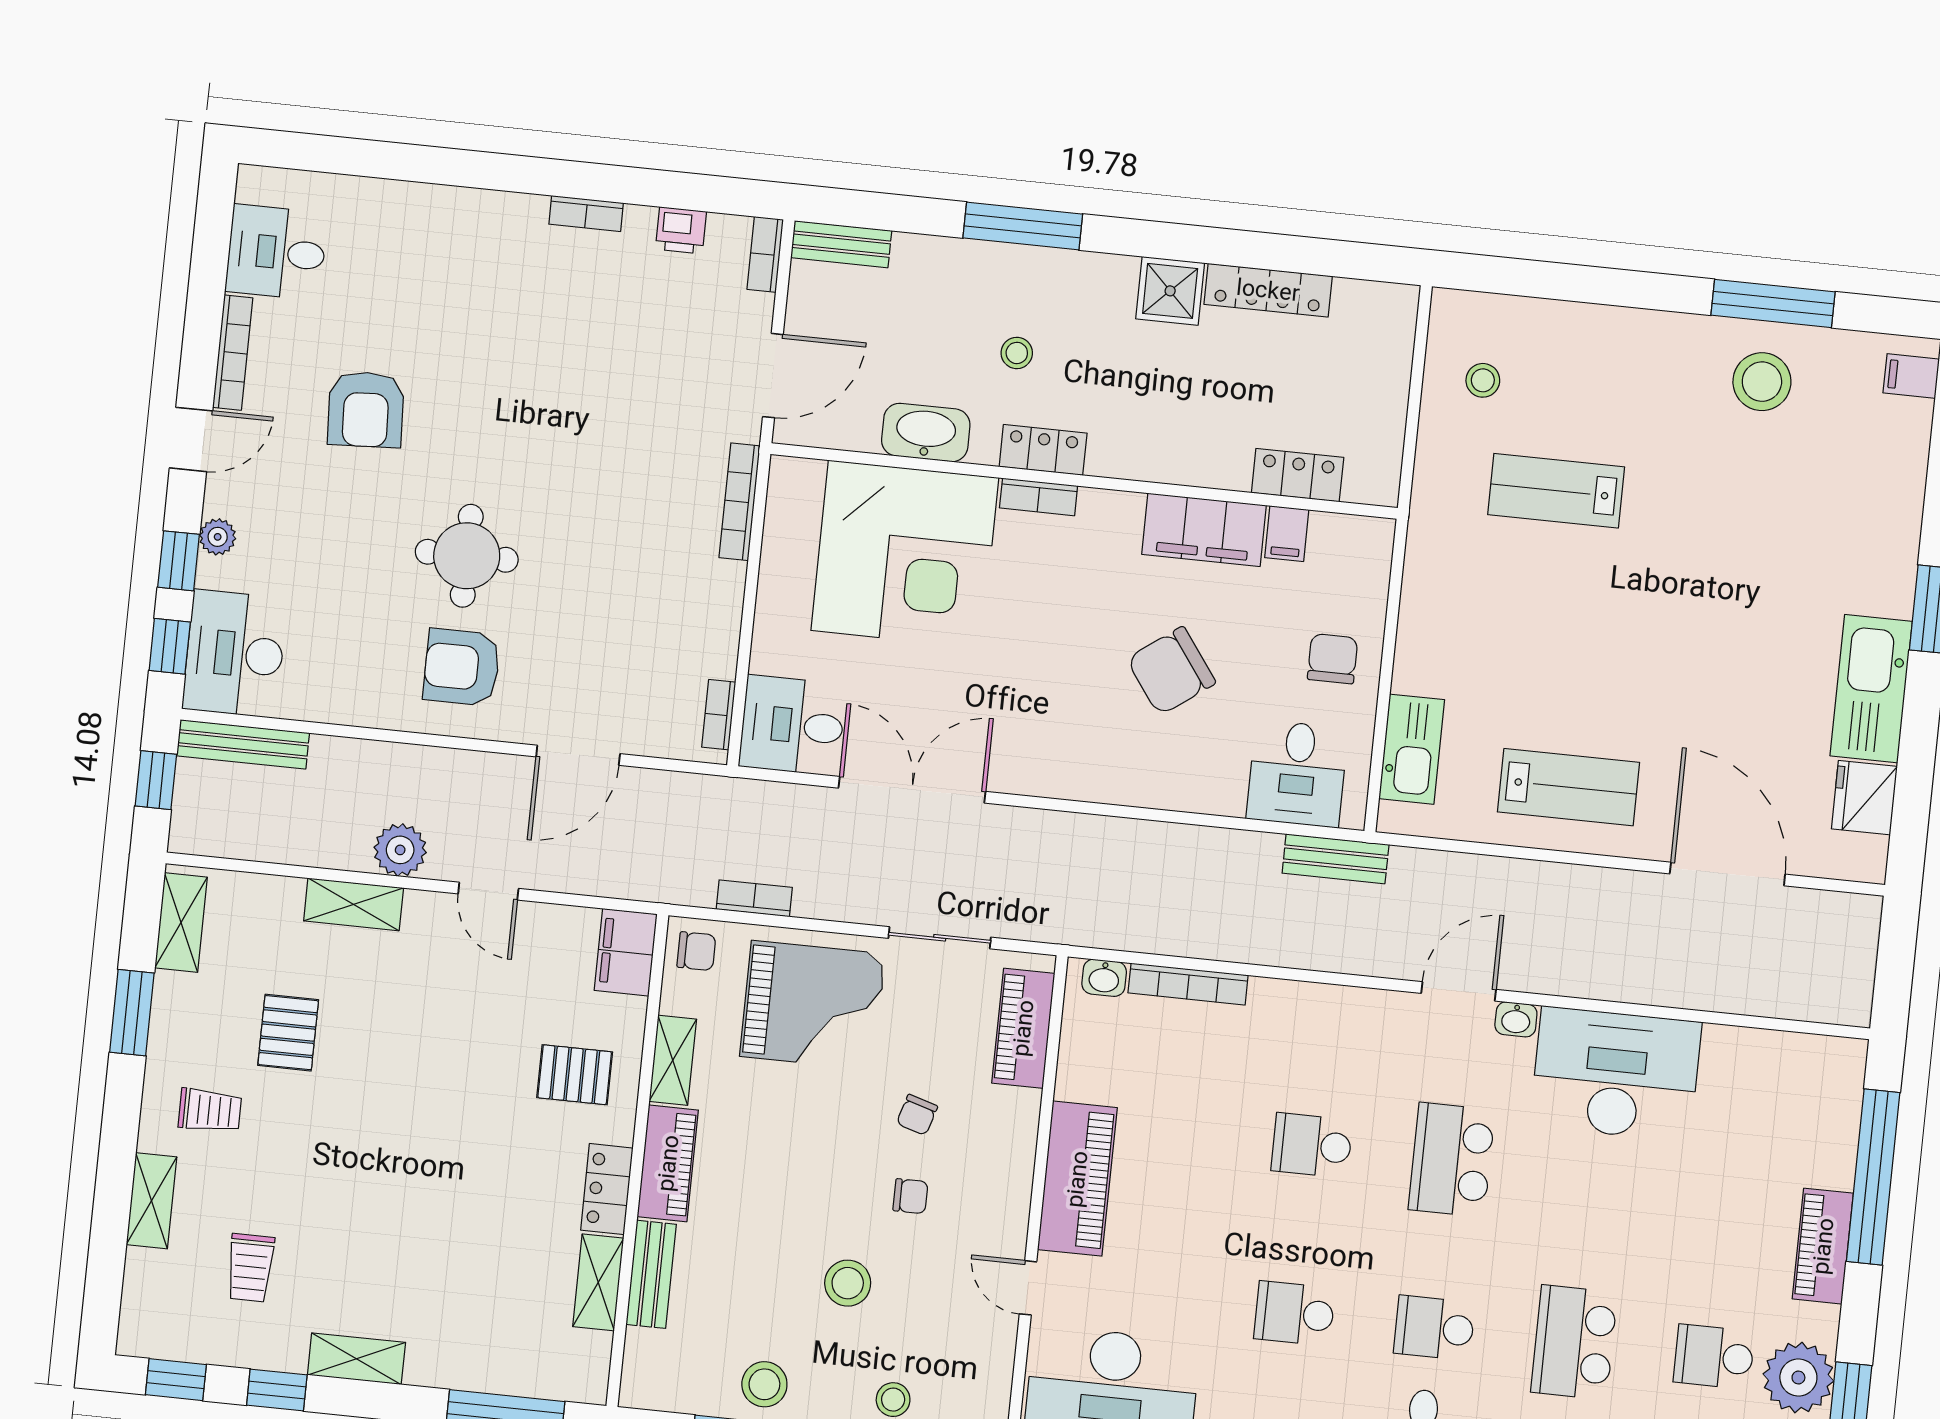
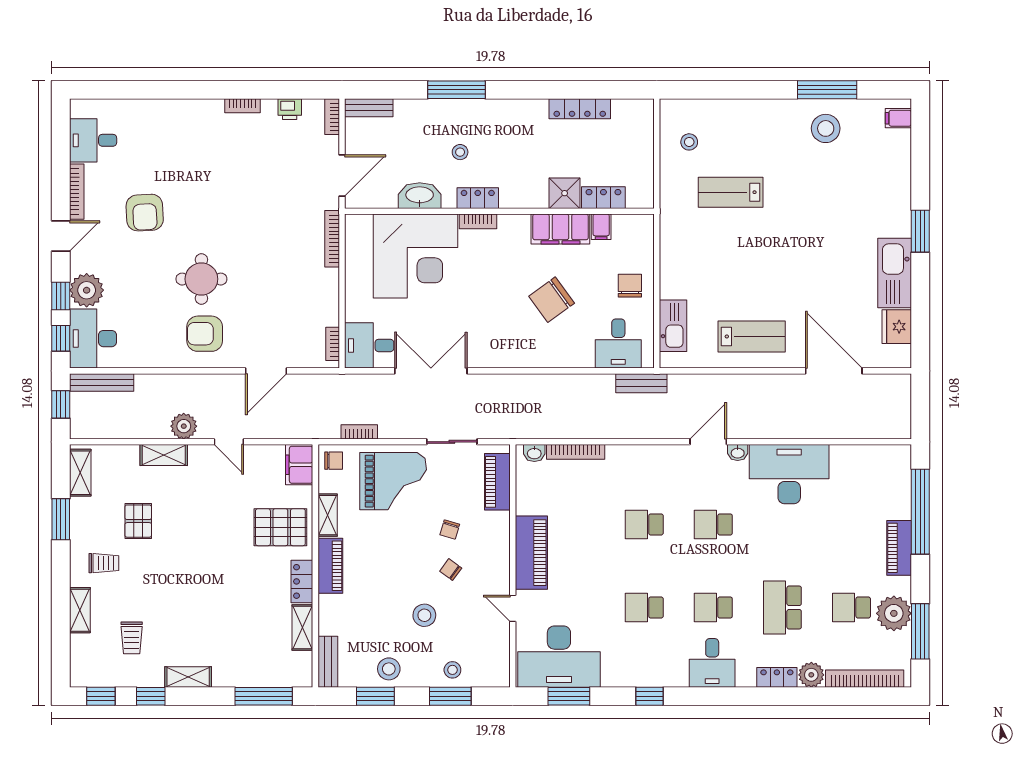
shower: (1170, 291) -> (565, 193), moved
plant: (218, 537) -> (87, 290), width x1.88, depth x1.88
pallet: (575, 1075) -> (280, 527), width x1.50, depth x1.42
school desk: (1452, 1160) -> (713, 524), width x0.54
chair: (910, 1196) -> (451, 570), turned -144
bench: (651, 1274) -> (328, 662), moved

